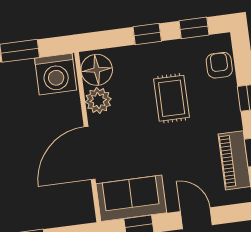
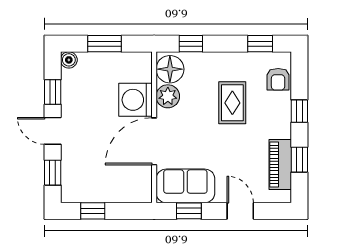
window: (147, 34) -> (191, 44), moved
armchair: (219, 65) -> (278, 79), turned 180
washing machine: (56, 74) -> (136, 100), moved, turned 90

